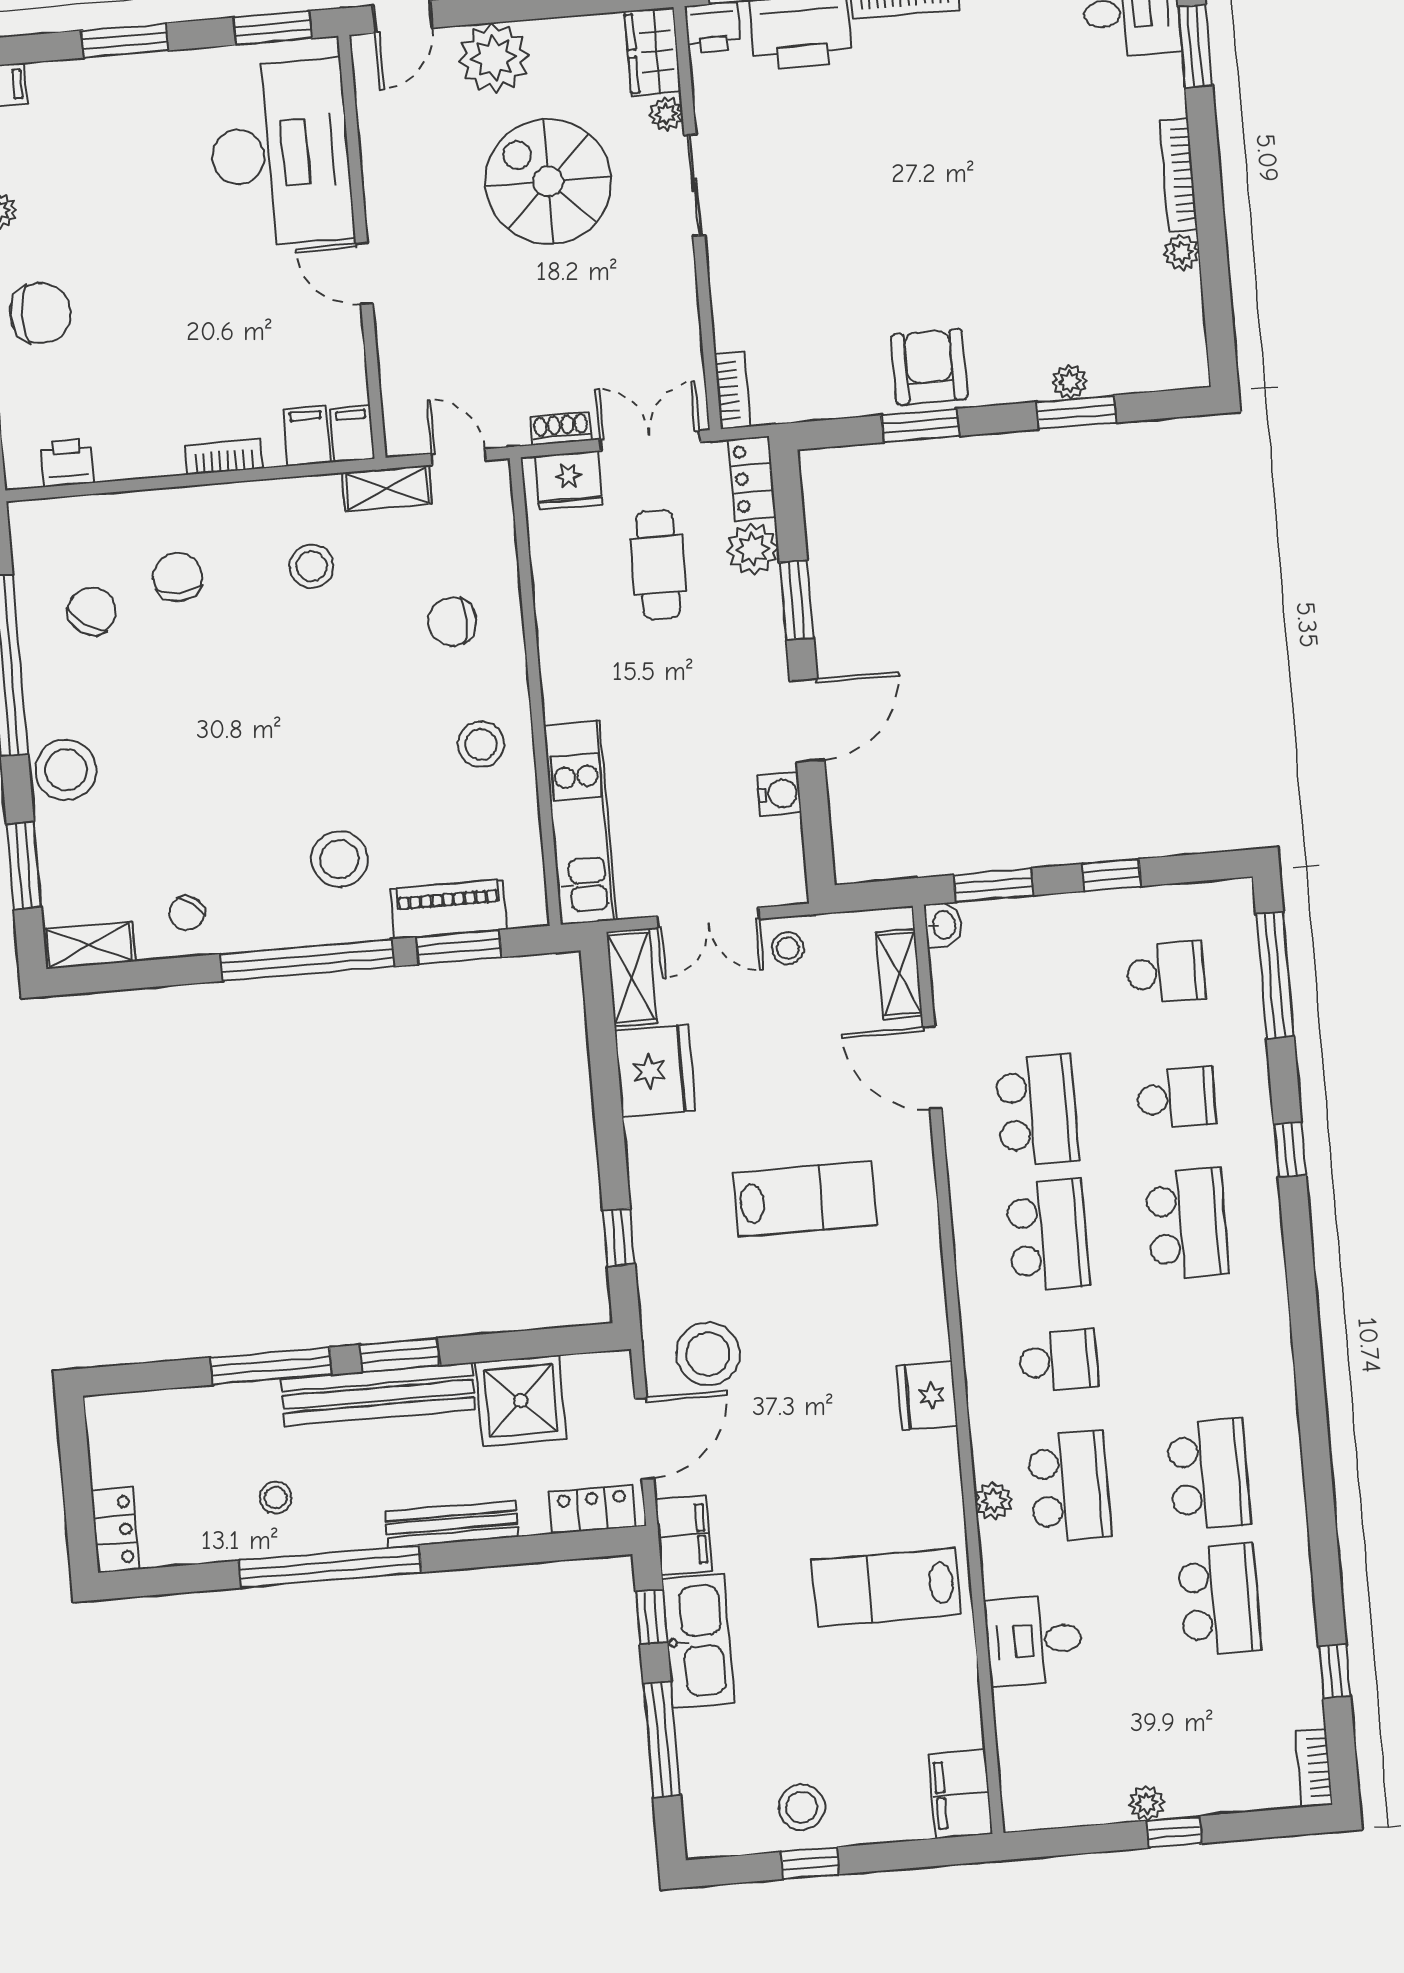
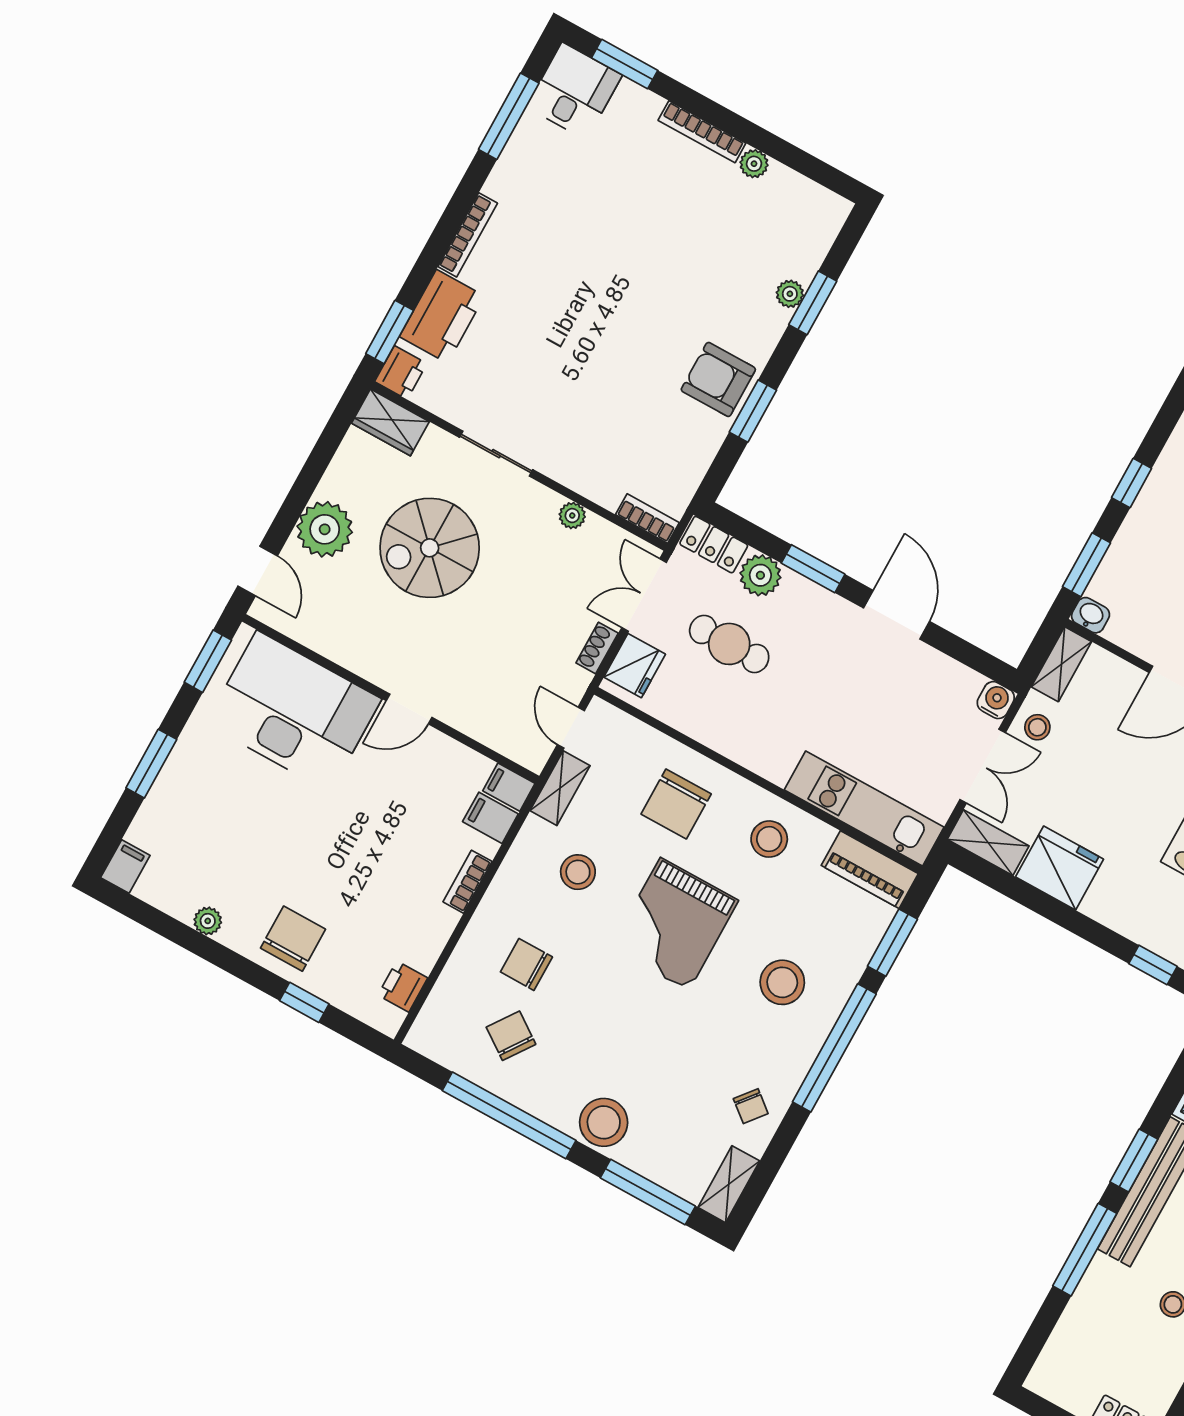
plant: (666, 114) -> (572, 516), moved
door: (458, 457) -> (571, 728), hinge flipped
chair: (452, 622) -> (676, 804), width x1.37, depth x1.37
grand piano: (325, 705) -> (675, 924), added
water cooler: (779, 794) -> (996, 700), moved
window: (24, 865) -> (648, 1192), width x1.44
piano: (449, 909) -> (870, 870), moved, turned -90
shelving: (899, 974) -> (1061, 664), moved, turned 90

